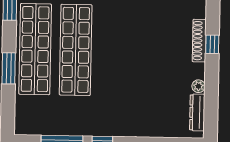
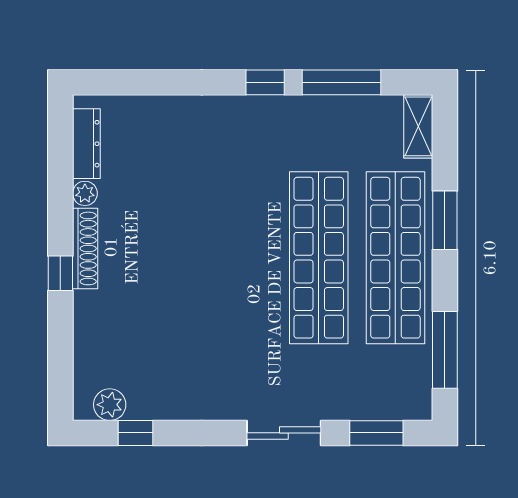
shoe rack: (199, 41) -> (85, 248), moved
shelving: (22, 118) -> (418, 126), added

